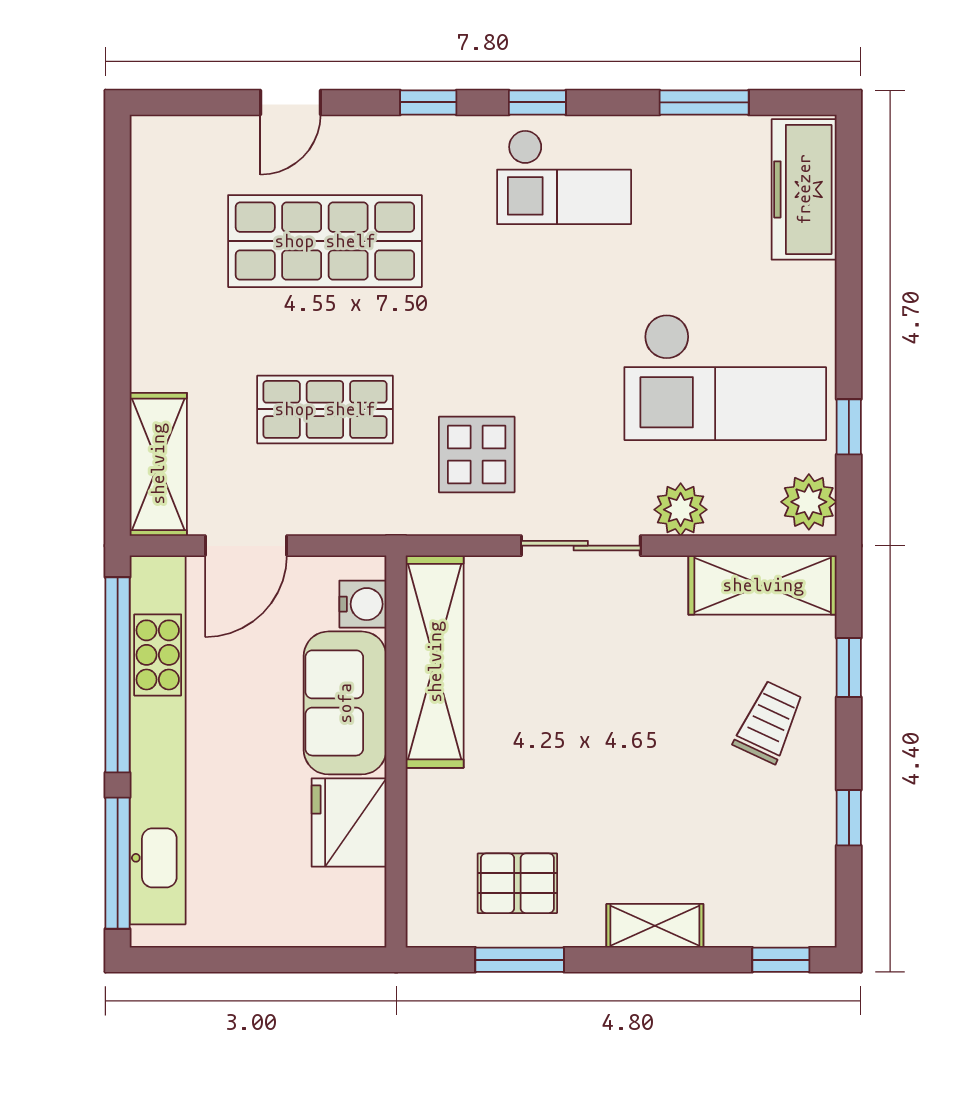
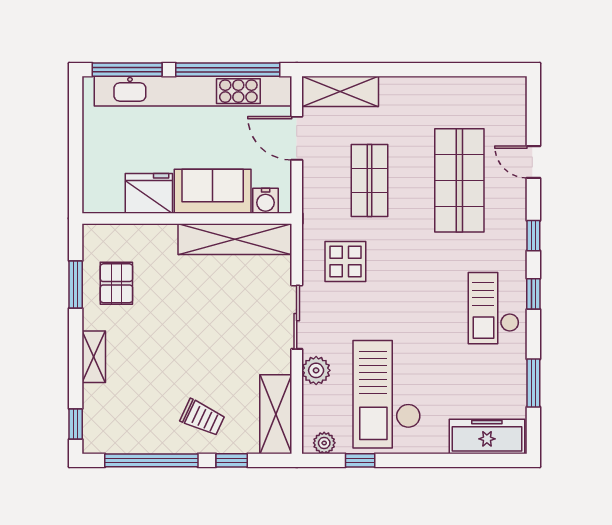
plant: (809, 502) -> (324, 443), width x0.73, depth x0.73
window: (849, 818) -> (151, 460), width x3.17

